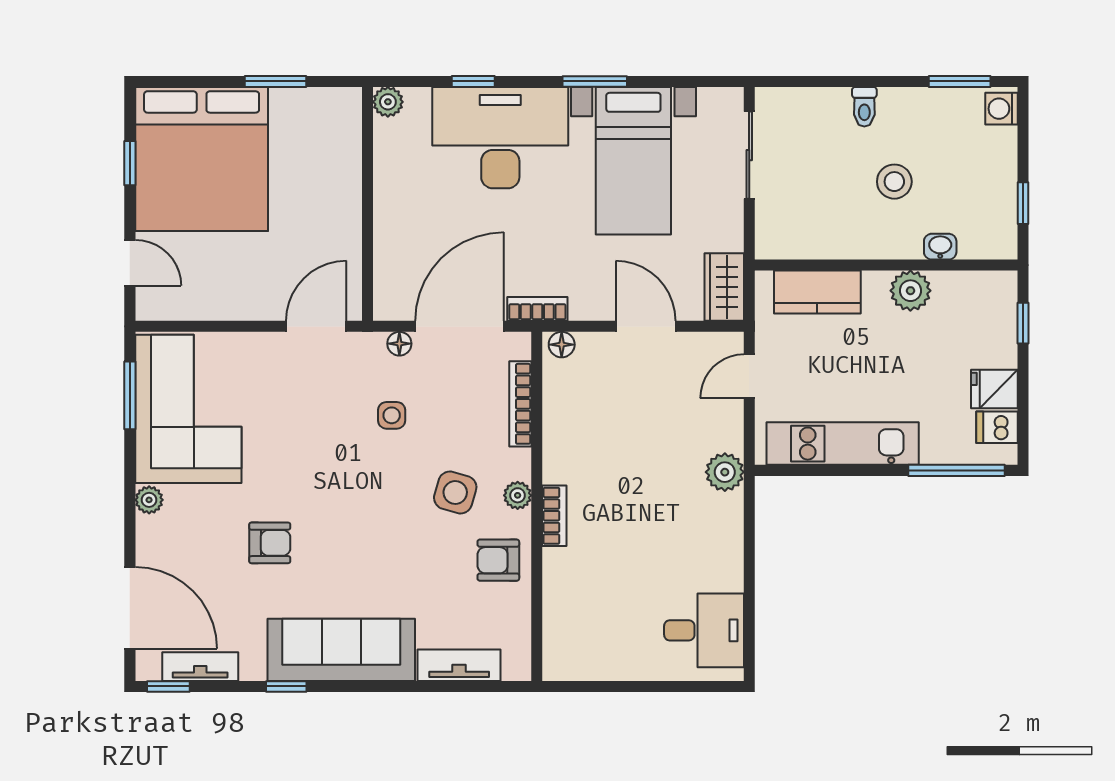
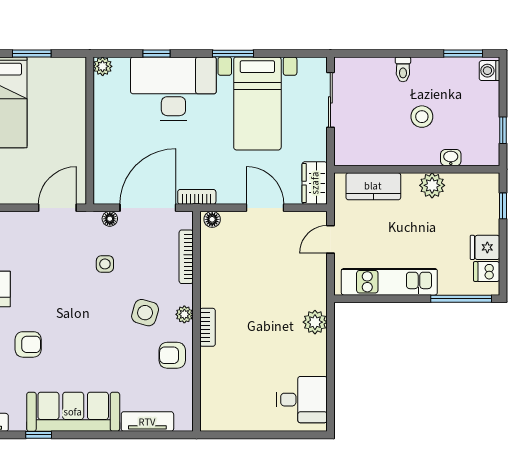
plant: (725, 472) -> (315, 322), moved

